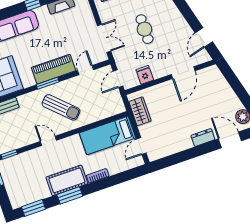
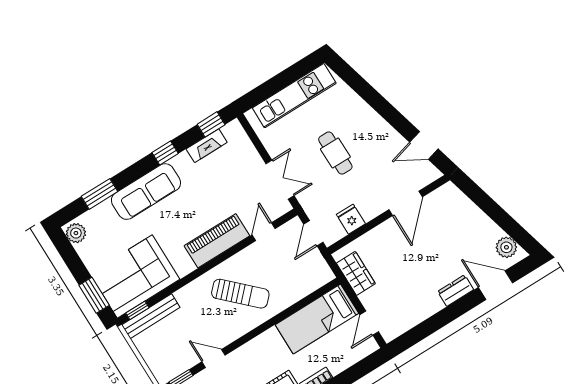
door: (204, 37) -> (424, 145), hinge flipped
window: (48, 83) -> (213, 263), removed
door: (48, 141) -> (214, 358), moved

